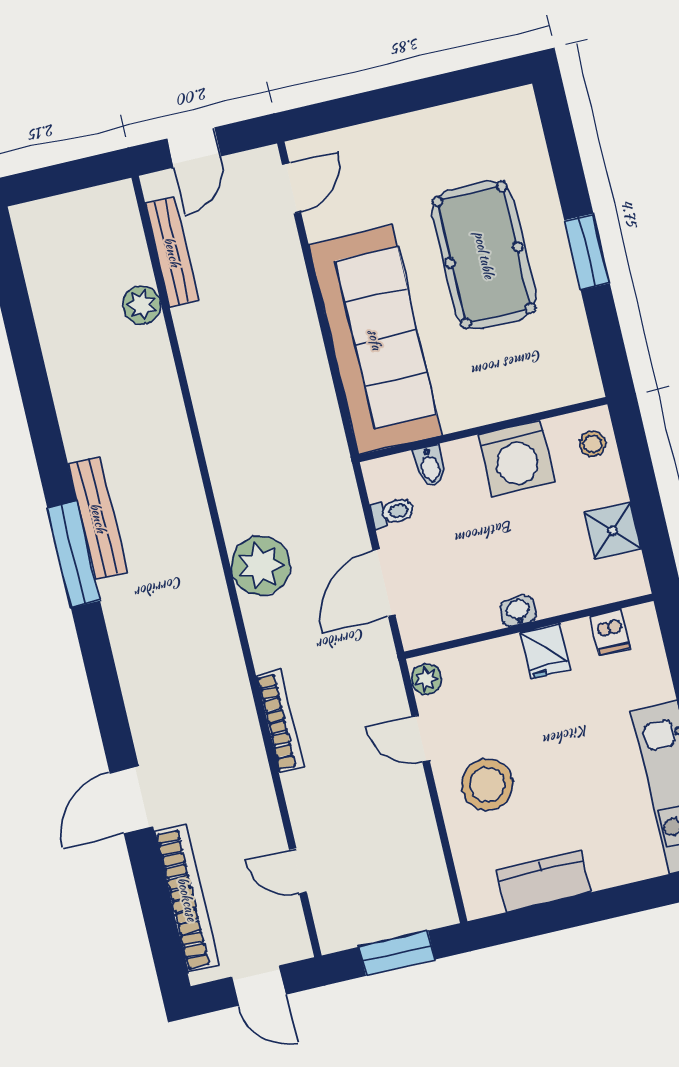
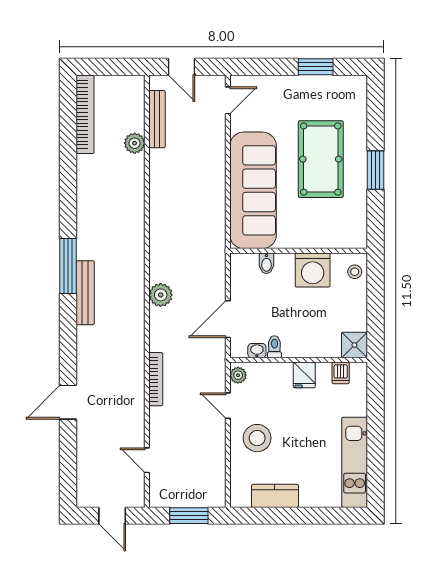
window: (436, 91) -> (316, 67), added
door: (194, 148) -> (181, 67), hinge flipped
toilet: (393, 512) -> (274, 347), moved, turned -90
bench: (98, 518) -> (85, 293), moved
shower: (613, 531) -> (354, 345), moved
plant: (261, 566) -> (161, 295), width x0.73, depth x0.73
washbasin: (518, 611) -> (257, 351), moved
bookcase: (187, 899) -> (85, 114), moved

